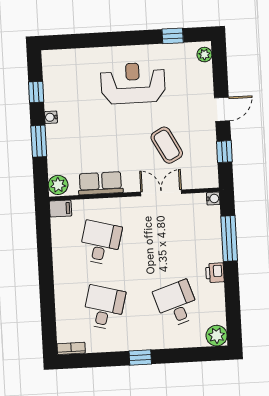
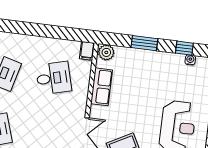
water cooler: (51, 117) -> (190, 60), moved
desk: (100, 243) -> (54, 78), turned -30

